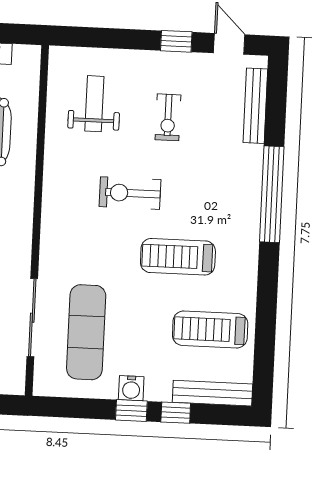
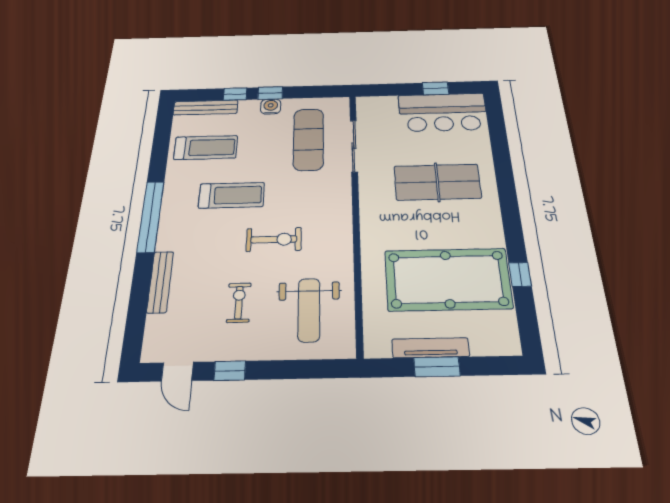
weight bench: (94, 104) -> (309, 310), width x1.36, depth x1.33
bench: (255, 106) -> (160, 282), moved
window: (272, 194) -> (151, 216), moved

